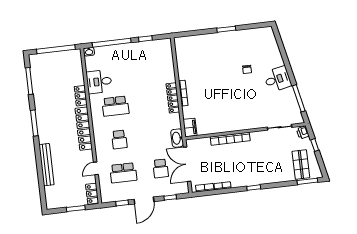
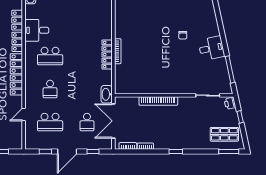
filing cabinet: (190, 127) -> (120, 85), removed
shop shelf: (301, 164) -> (224, 134), turned 90
locker: (92, 194) -> (17, 20), moved

